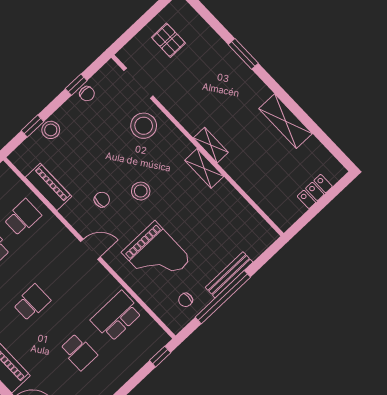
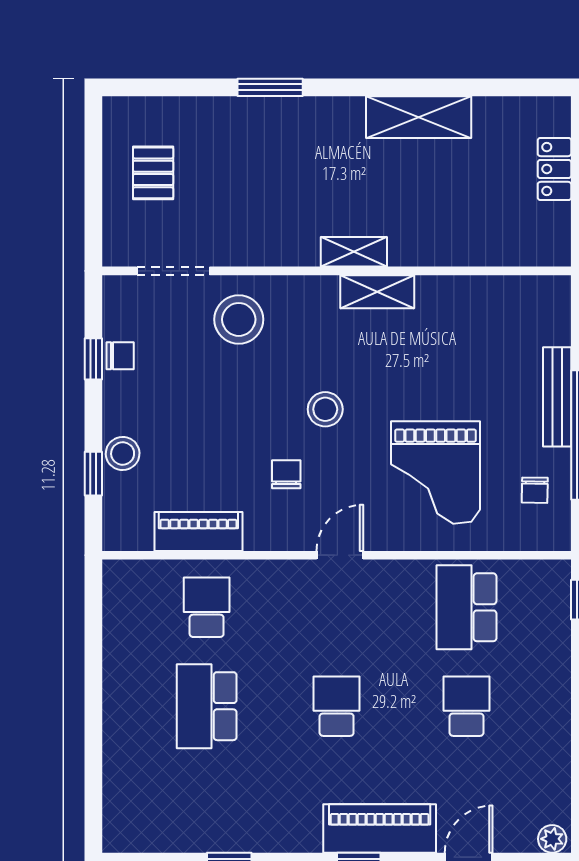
pallet: (168, 40) -> (153, 173), turned 90
grand piano: (156, 256) -> (436, 473), turned 90
school desk: (79, 352) -> (467, 706), turned -90

